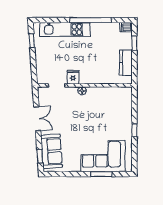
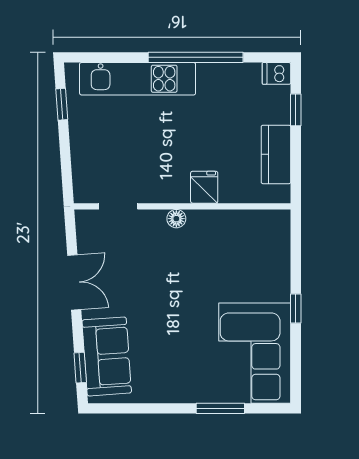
fridge: (73, 77) -> (204, 187), moved
corner sofa: (103, 156) -> (255, 353), moved, turned -90

